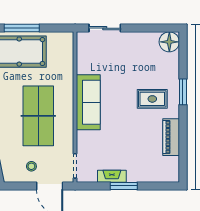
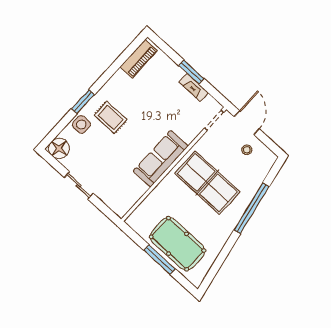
sliding door: (105, 28) -> (79, 185), moved
side table: (169, 74) -> (81, 124), added
table tennis table: (38, 116) -> (207, 183), turned 90
piano: (171, 137) -> (139, 59), moved

